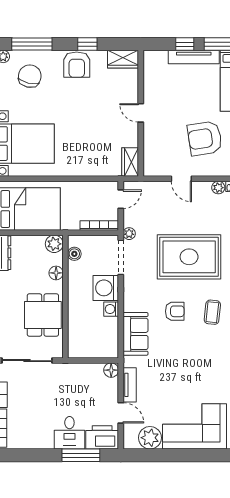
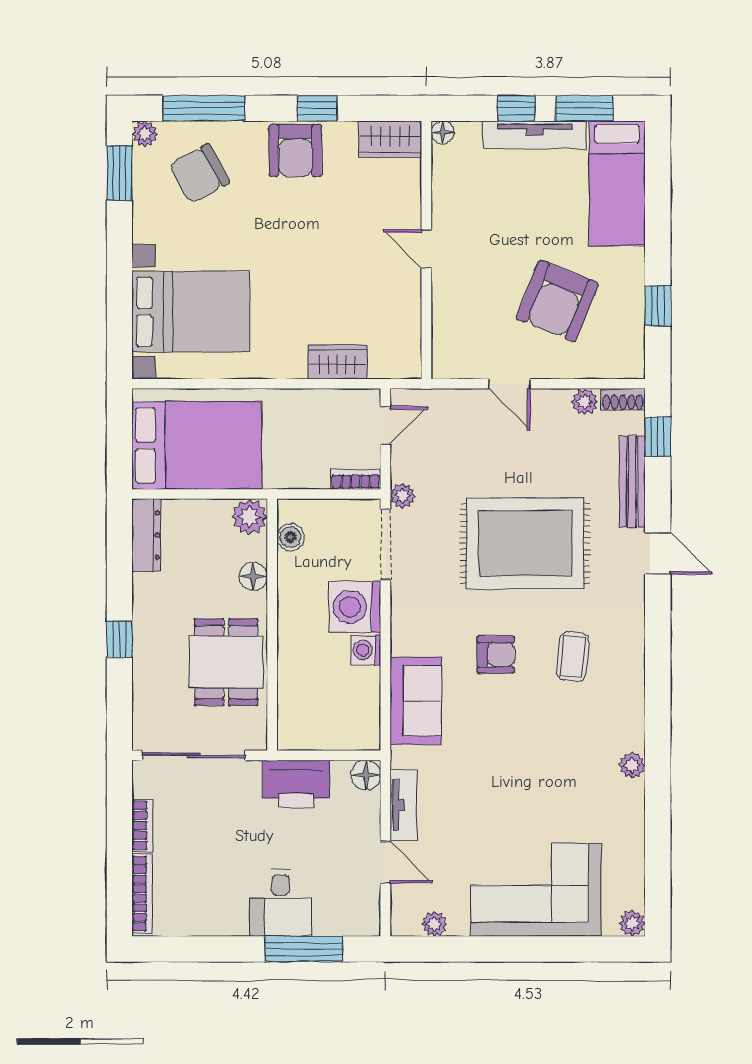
floor lamp: (149, 56) -> (443, 132), added
chair: (30, 76) -> (199, 174), turned -132
armchair: (205, 138) -> (557, 301), turned -59
wardrobe: (130, 162) -> (337, 362), moved, turned 90
bookcase: (99, 225) -> (356, 479), width x0.64
printer: (102, 437) -> (296, 784), moved, turned 180
plant: (150, 438) -> (434, 924), width x0.53, depth x0.53

